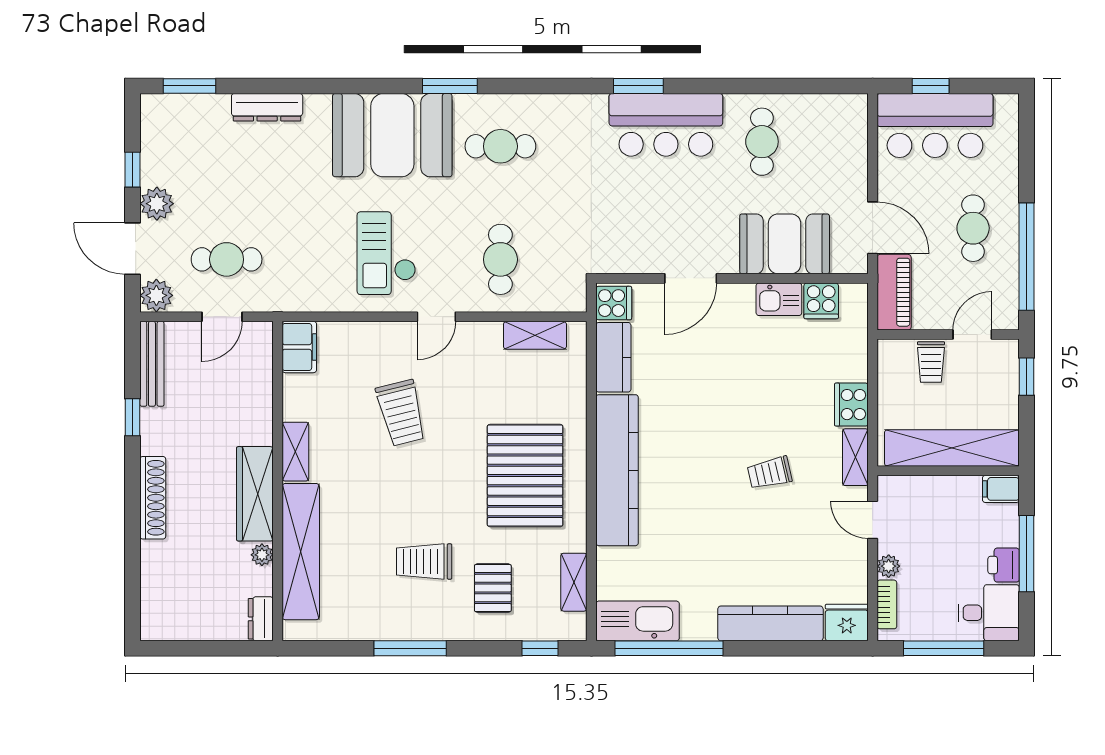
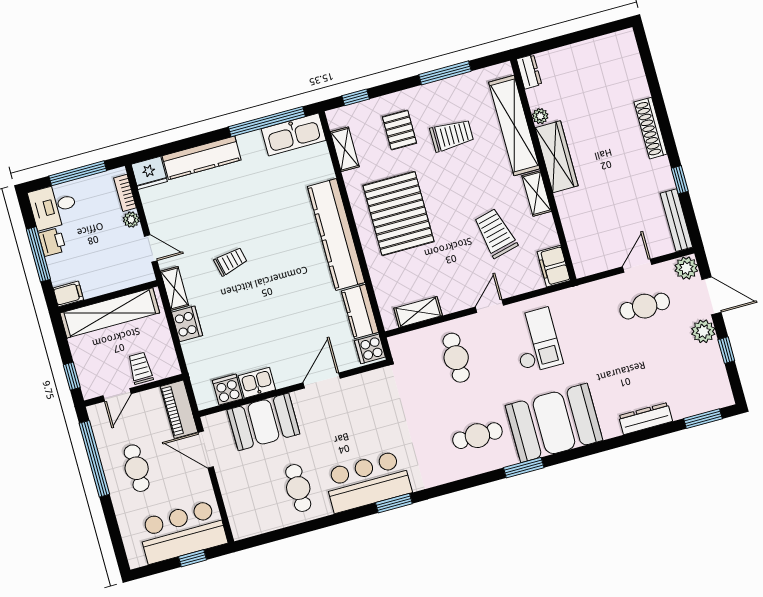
filing cabinet: (299, 347) -> (554, 266), moved
shelving: (295, 452) -> (537, 193), moved
wall: (278, 481) -> (543, 170), moved
wardrobe: (255, 494) -> (557, 157), moved
shelving: (301, 552) -> (514, 126), moved
plant: (262, 555) -> (540, 116), moved
dresser: (261, 619) -> (529, 72), moved

